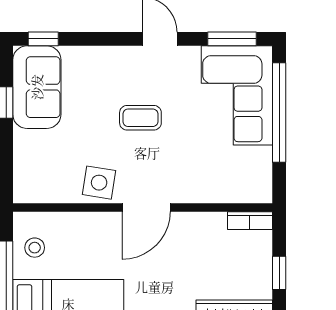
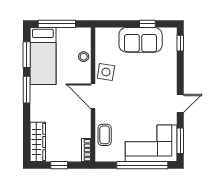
sofa: (37, 87) -> (141, 40), moved
coffee table: (140, 118) -> (105, 135), moved
stool: (35, 248) -> (84, 57), moved

